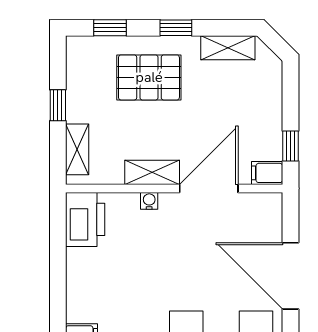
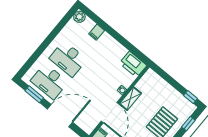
window: (58, 105) -> (191, 97), moved
shelving: (77, 149) -> (158, 81), removed

